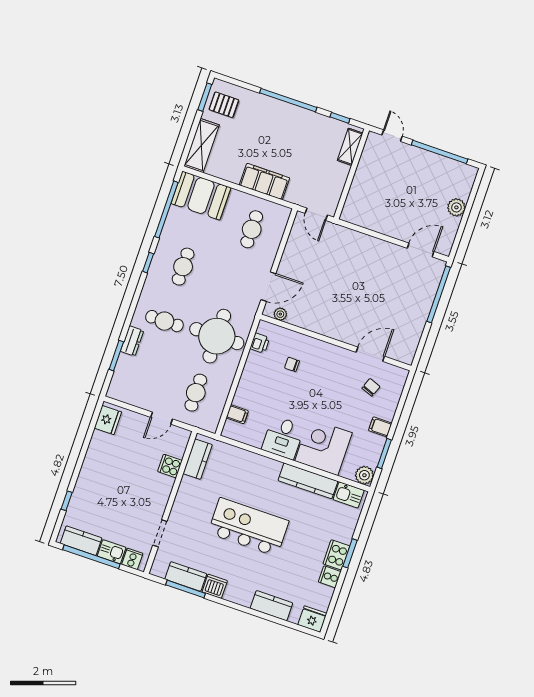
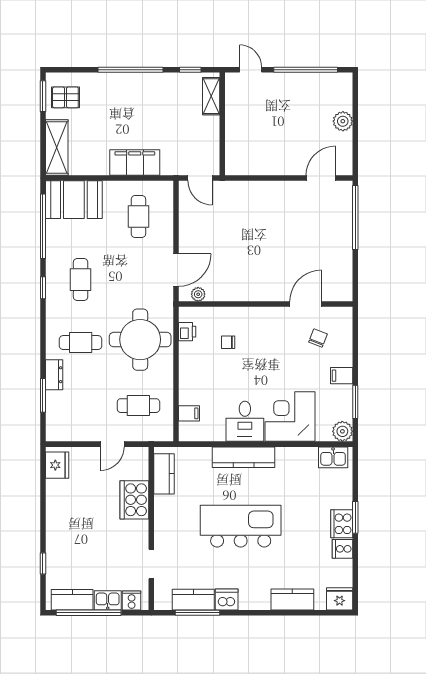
cafe table: (196, 393) -> (138, 406), turned 90
cooker: (170, 466) -> (134, 500), width x1.87, depth x1.31
kitchen counter: (308, 481) -> (244, 457), moved

